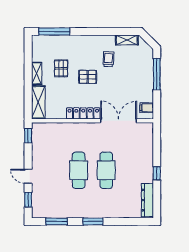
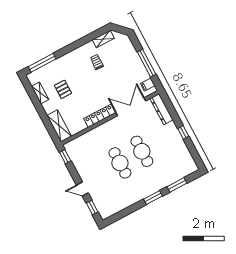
shelving: (37, 73) -> (40, 93), moved
window: (157, 74) -> (147, 63), moved
pallet: (88, 77) -> (88, 85), removed
dresser: (147, 200) -> (161, 109), moved
window: (57, 221) -> (177, 185), moved

